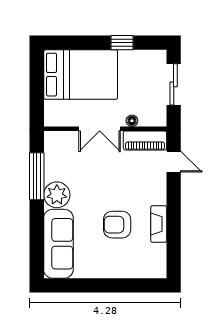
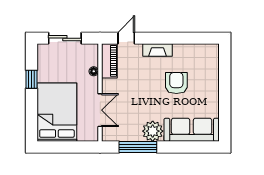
double door: (100, 129) -> (100, 110), moved
fireplace: (159, 224) -> (158, 50), moved
armchair: (117, 225) -> (176, 83), turned 180

